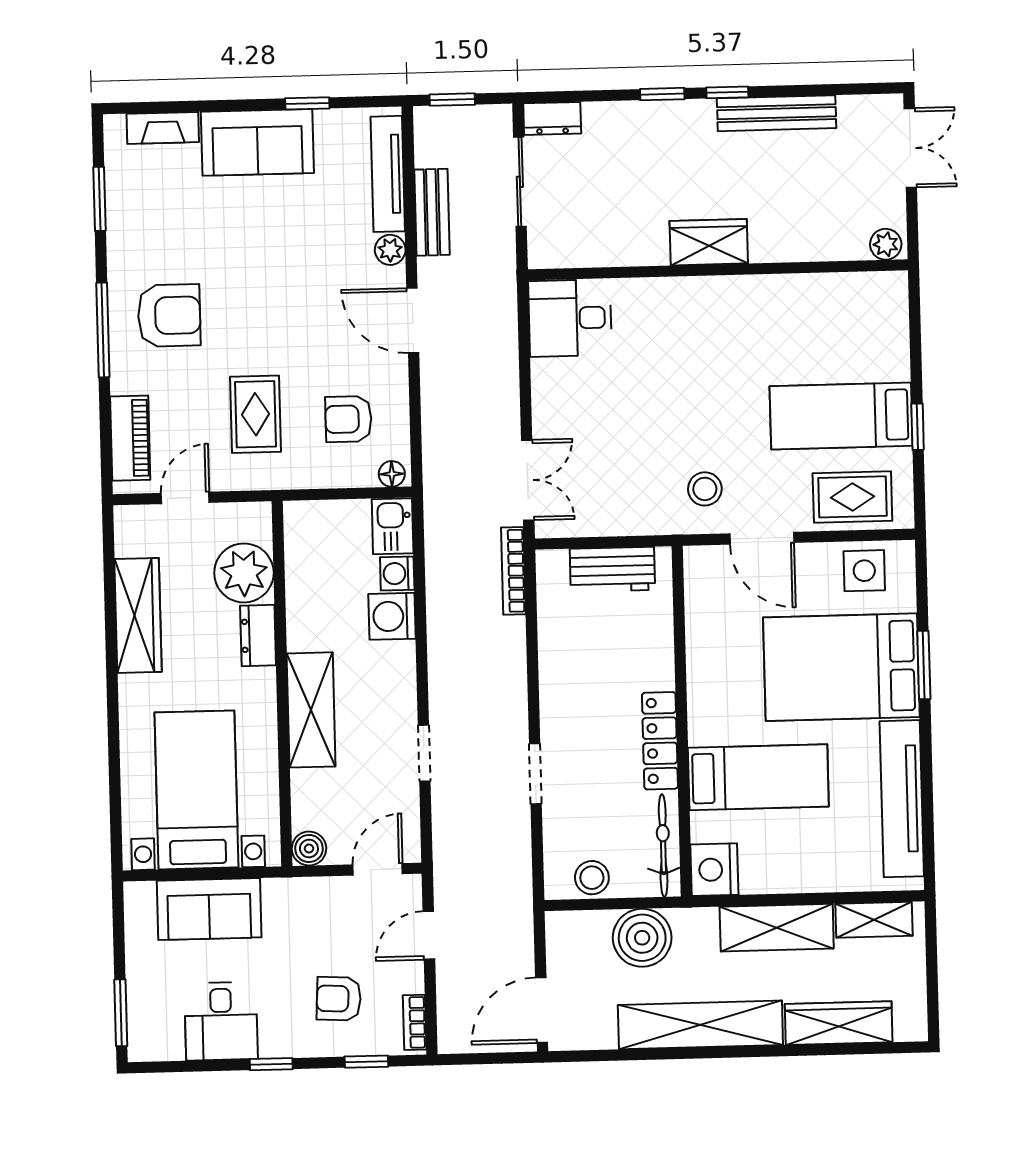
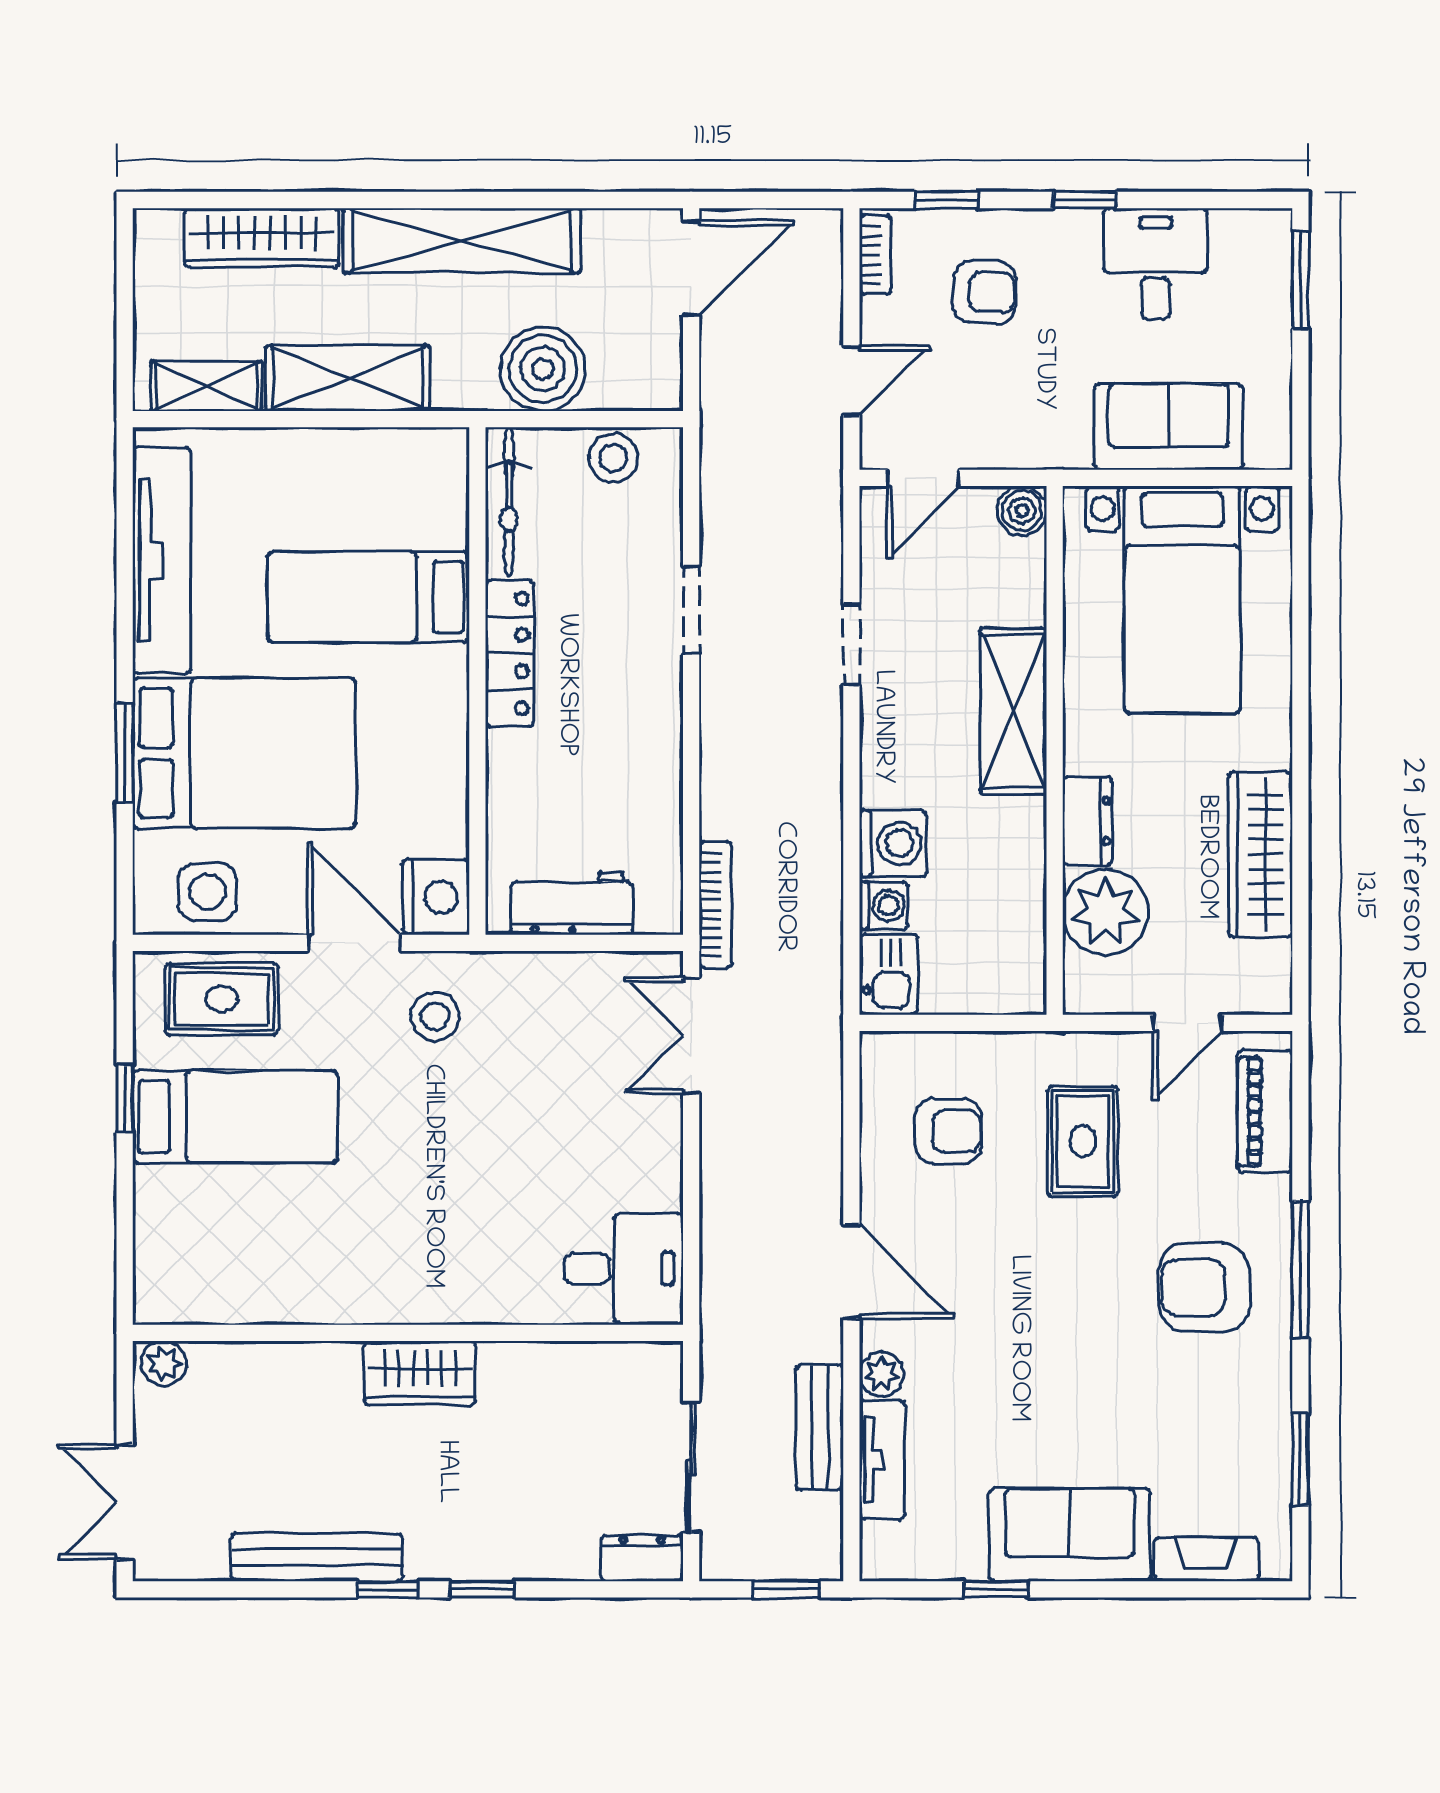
tv unit: (388, 174) -> (882, 1460), width x0.71
floor lamp: (392, 474) -> (888, 1050), removed
nightstand: (714, 870) -> (436, 897), moved

